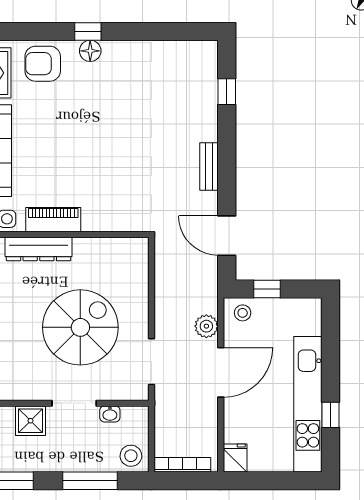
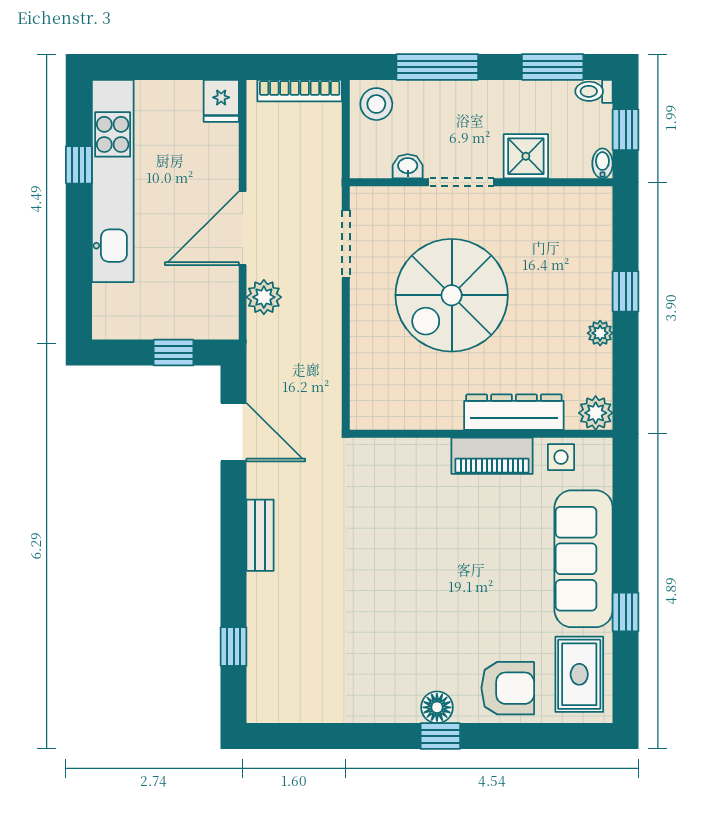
stool: (243, 313) -> (210, 317), removed

